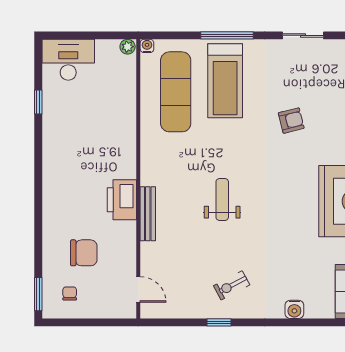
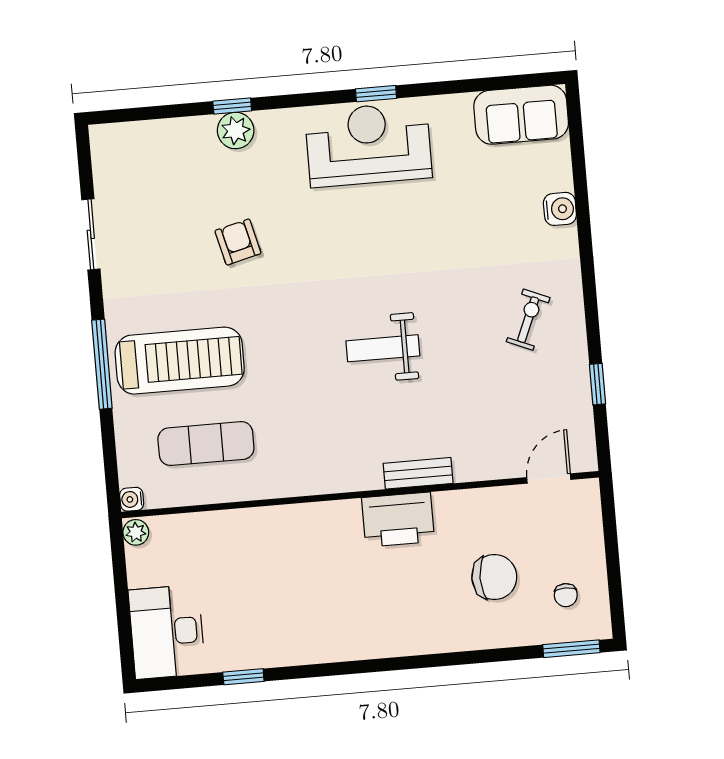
exercise mat: (176, 92) -> (206, 444), width x0.73, depth x0.69
bench: (148, 214) -> (418, 473), width x0.73
chair: (84, 253) -> (494, 577), turned 90
exercise bike: (232, 285) -> (528, 320), turned -129
chair: (70, 293) -> (566, 595), turned -90
window: (219, 322) -> (597, 384), moved

